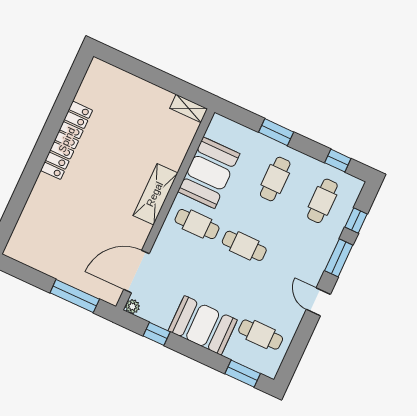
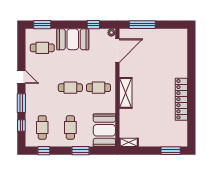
window: (125, 62) -> (171, 151), added
booth: (209, 173) -> (104, 130), moved

